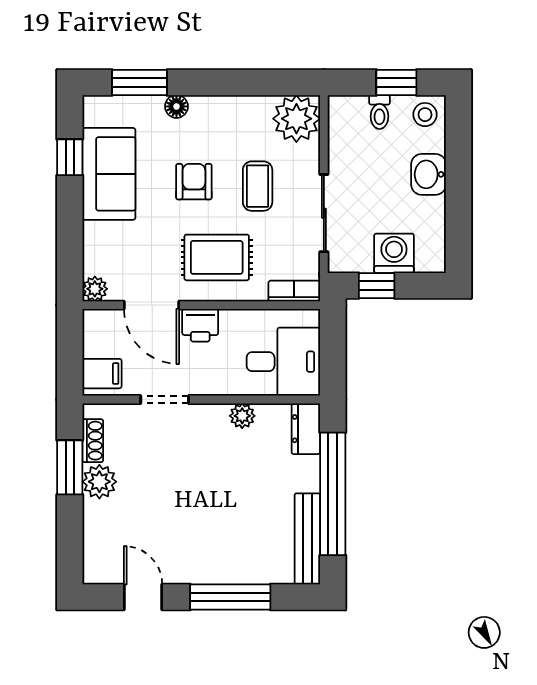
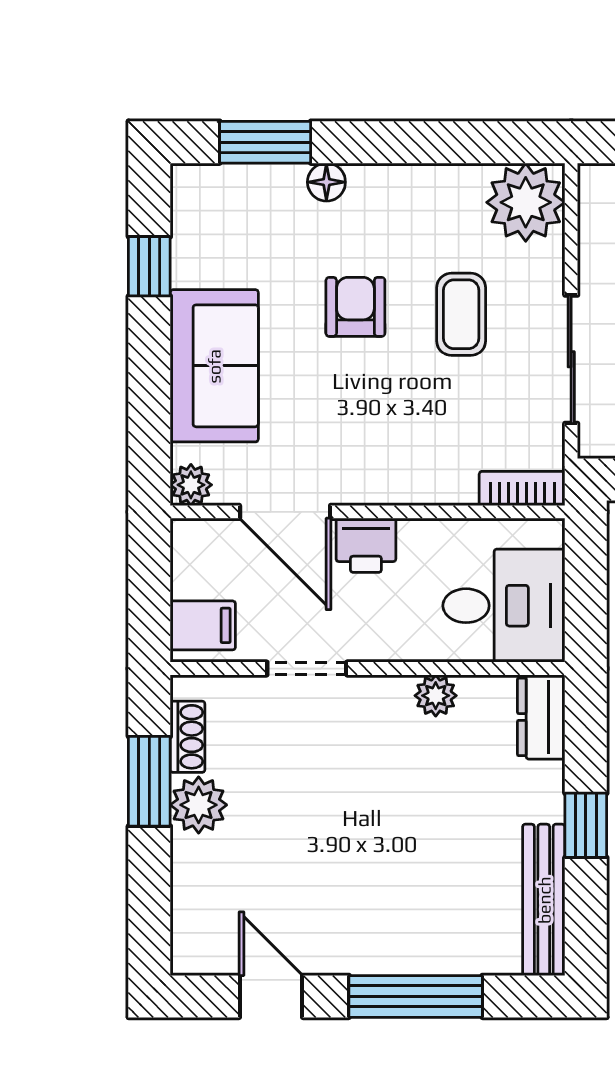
sofa: (109, 174) -> (214, 366), moved
rug: (217, 257) -> (393, 433), removed
window: (333, 494) -> (586, 825), width x0.32

